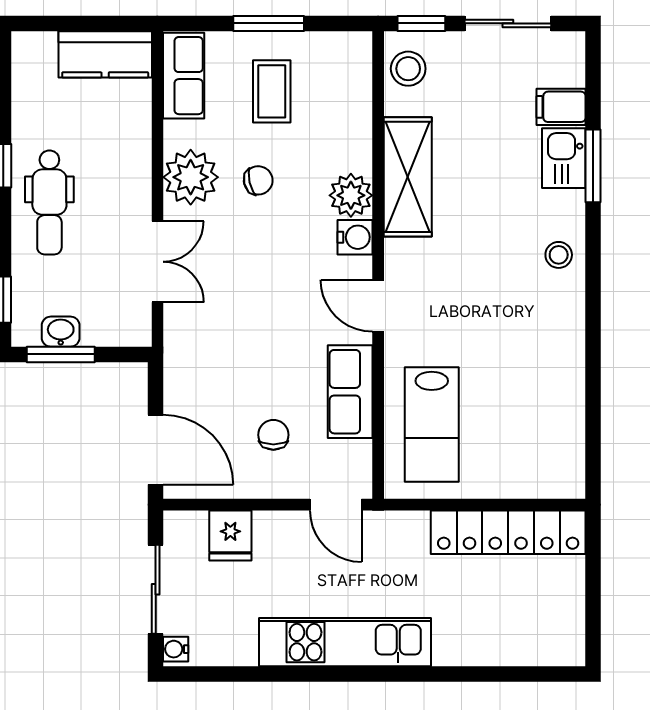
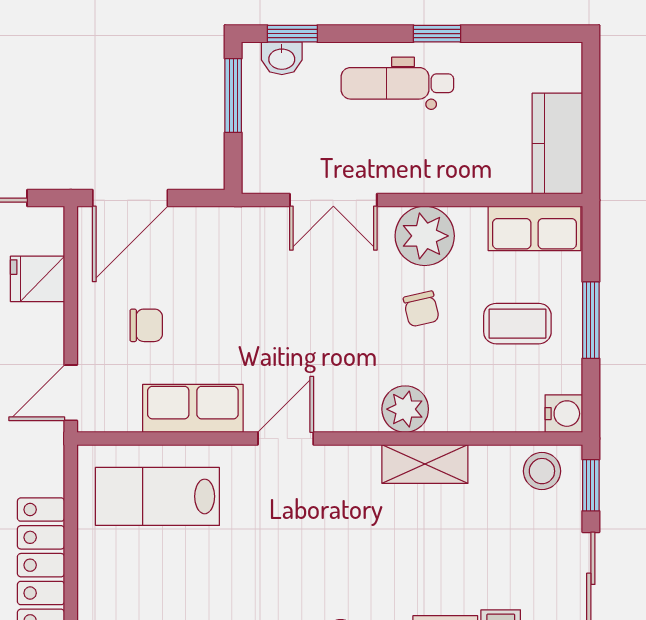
shelving: (408, 177) -> (425, 464), width x0.67, depth x0.75
water cooler: (355, 237) -> (564, 414), moved, turned -90
washbasin: (61, 332) -> (282, 58), moved, turned 90

